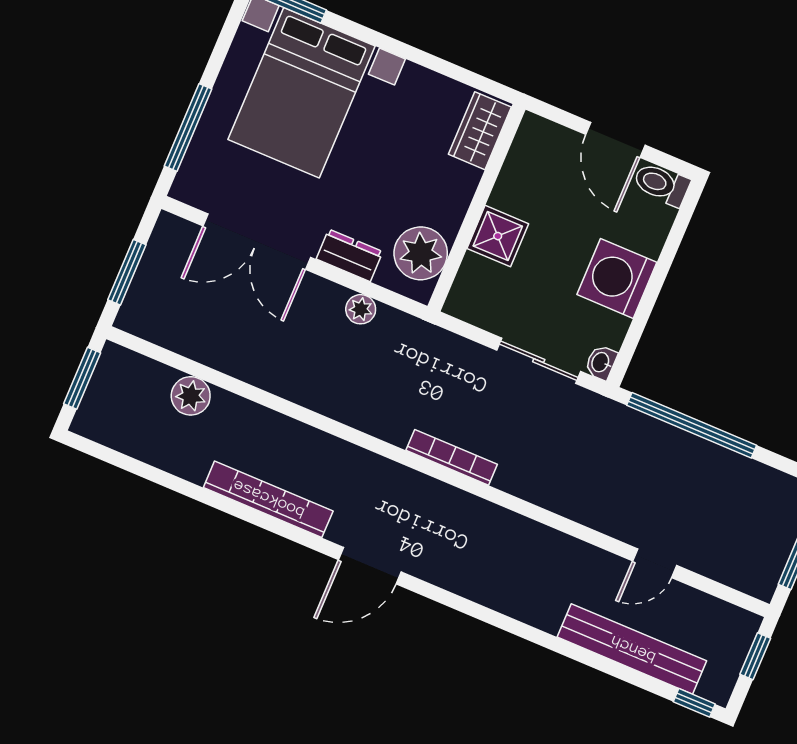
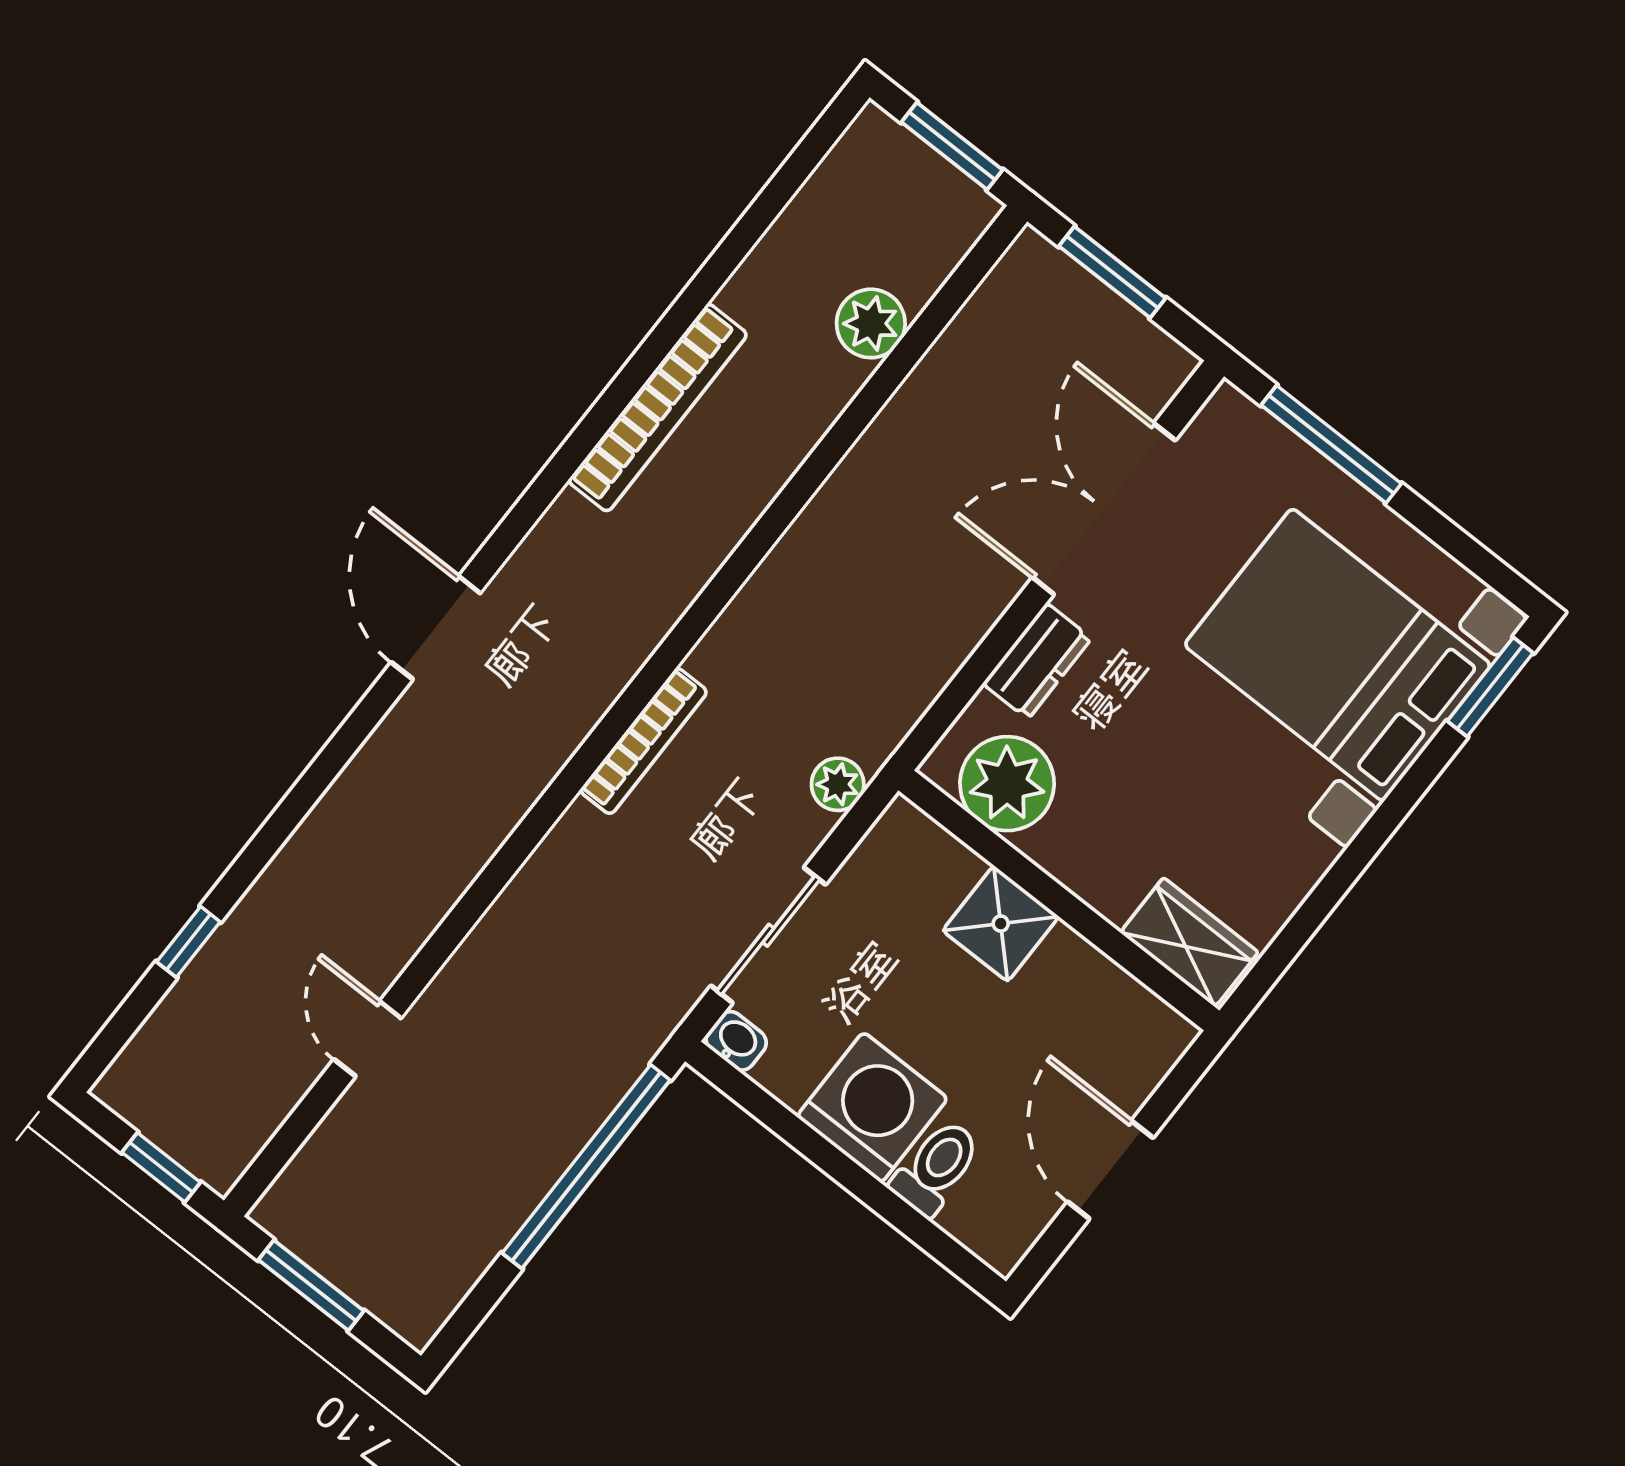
door: (615, 140) -> (1110, 1170), hinge flipped
toilet: (661, 184) -> (936, 1168), moved
plant: (361, 309) -> (838, 784), moved
door: (370, 566) -> (436, 628), moved
bench: (632, 649) -> (232, 960), removed
window: (694, 703) -> (188, 942), moved

